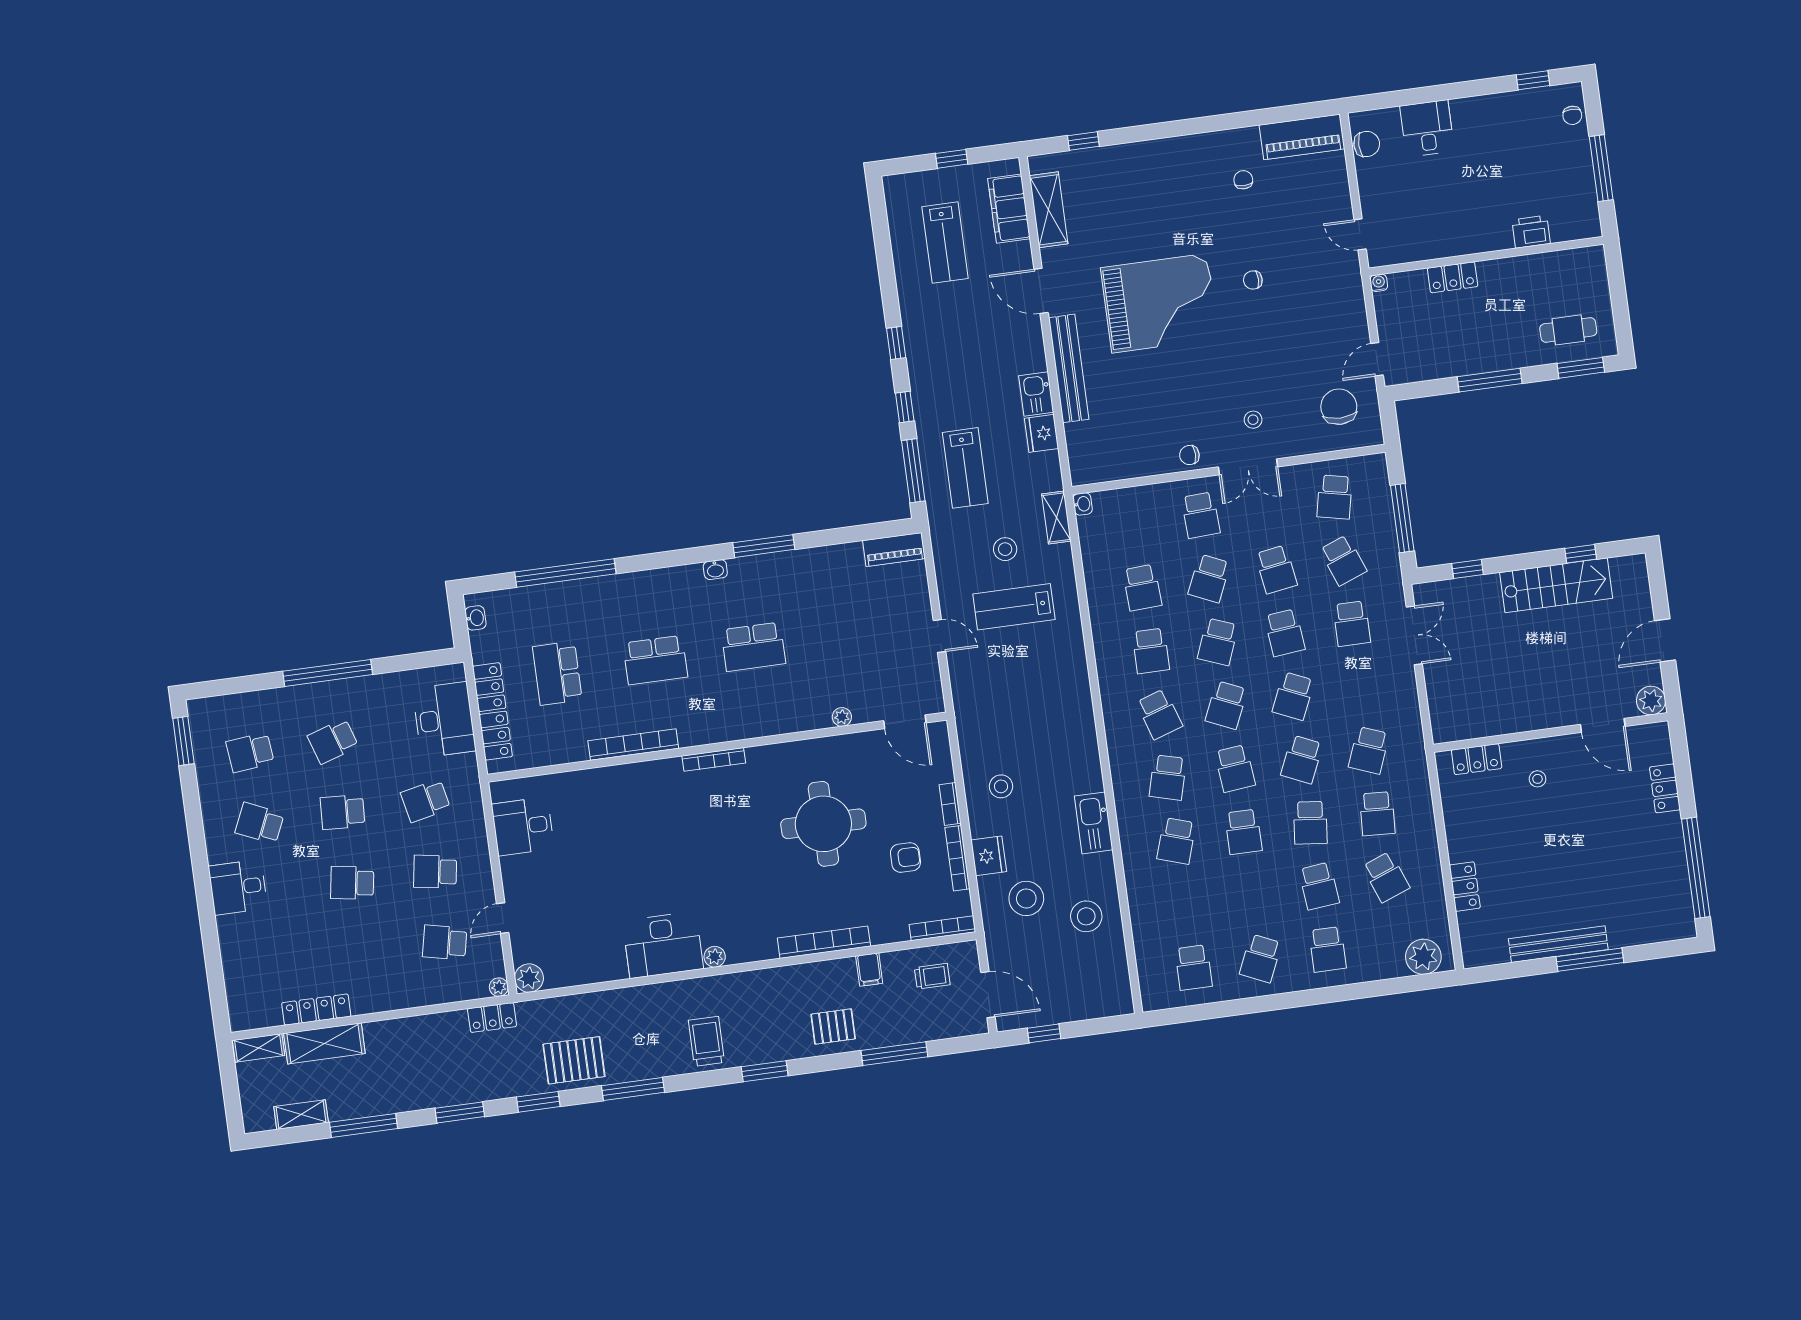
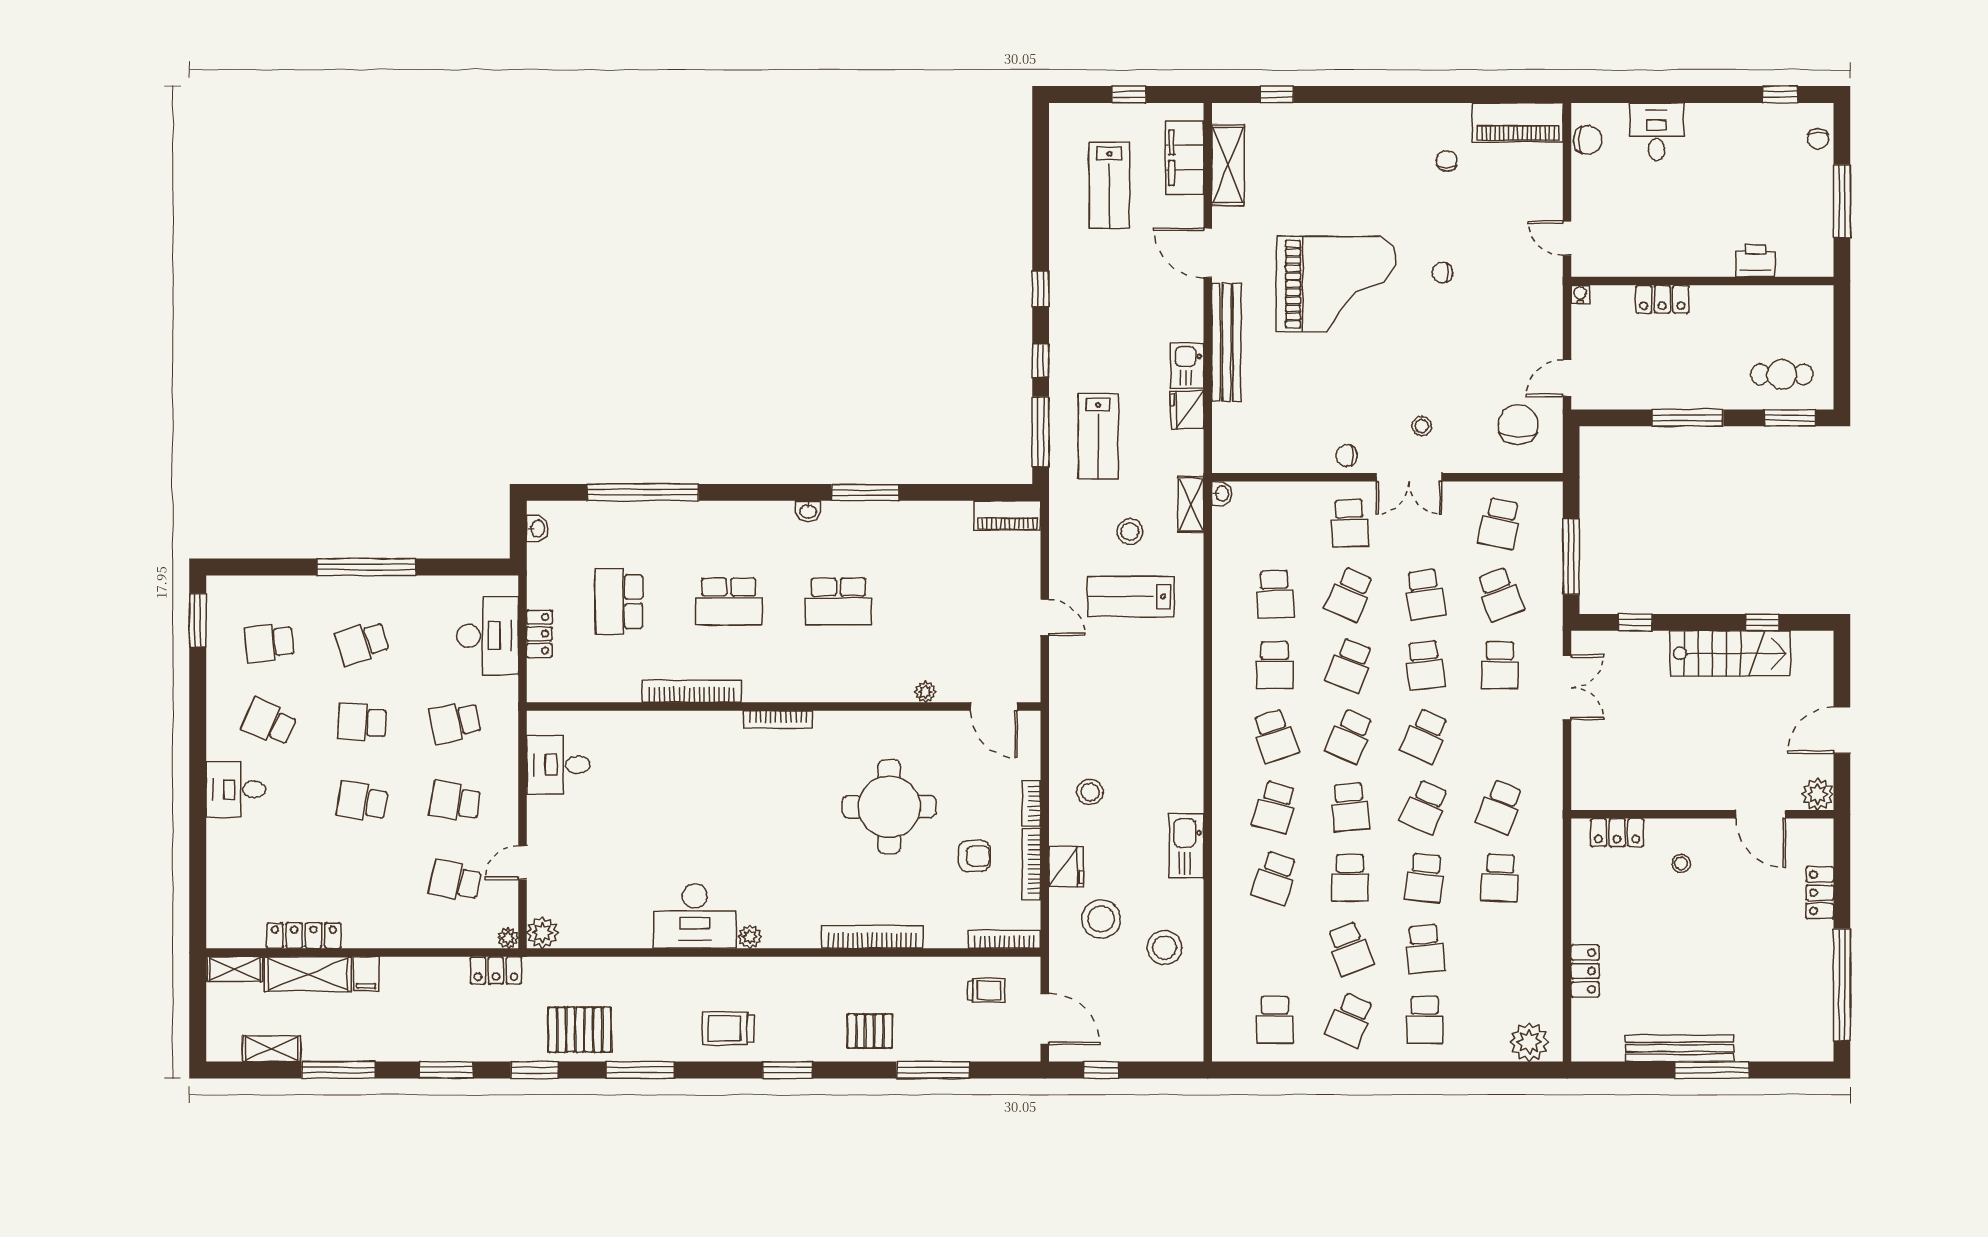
locker: (492, 711) -> (539, 634), width x0.46, depth x0.83
school desk: (1386, 877) -> (1350, 949), moved
filing cabinet: (869, 970) -> (366, 974), moved
trolley: (706, 1041) -> (728, 1028), turned -90

